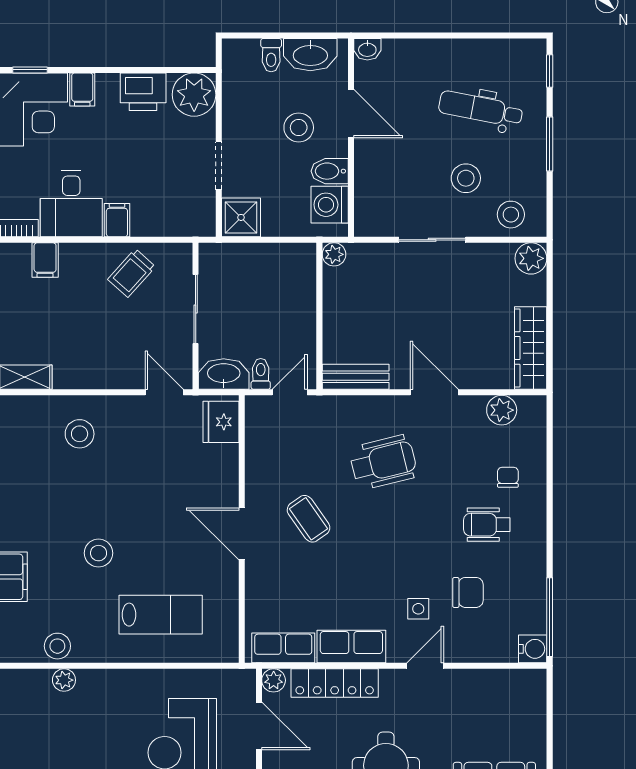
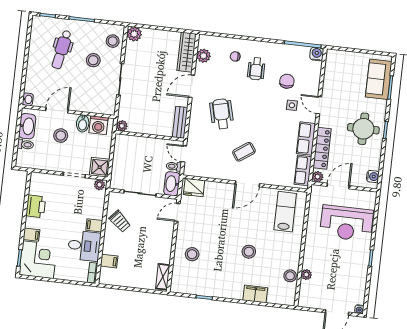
plant: (194, 95) -> (100, 185), moved, width x0.53, depth x0.53
wardrobe: (531, 348) -> (187, 52), moved, turned 90
lab bench: (161, 615) -> (285, 212), moved

